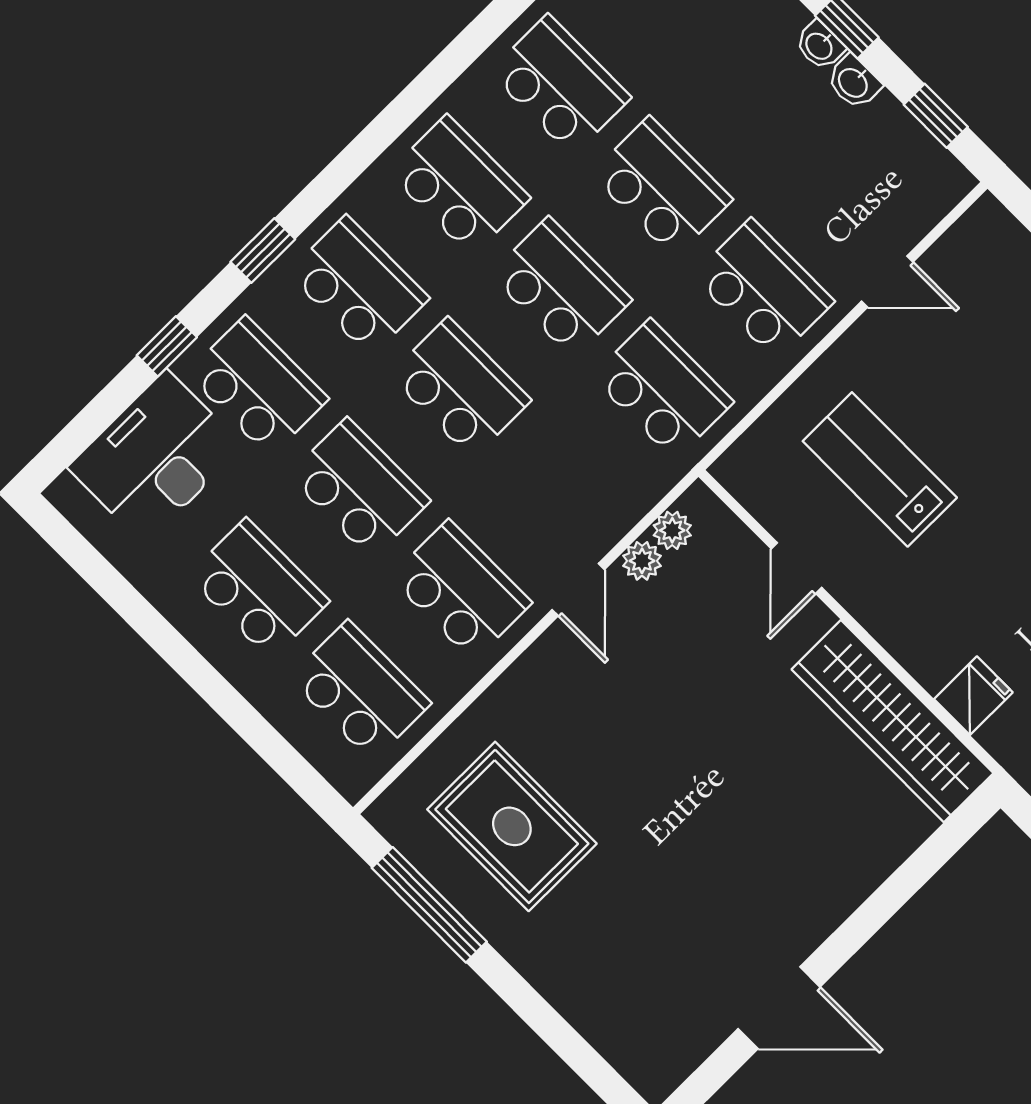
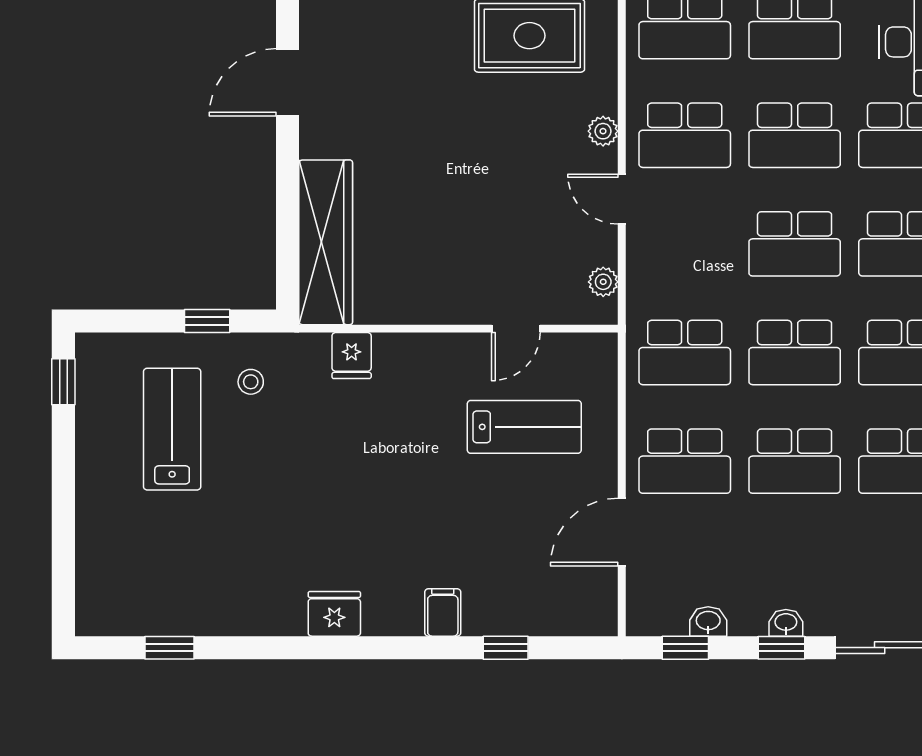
washbasin: (854, 82) -> (708, 621), moved
door: (887, 282) -> (622, 532), width x1.38
plant: (642, 561) -> (603, 131), moved
door: (796, 568) -> (516, 329), swing flipped
wardrobe: (892, 721) -> (326, 242), moved, turned 90

